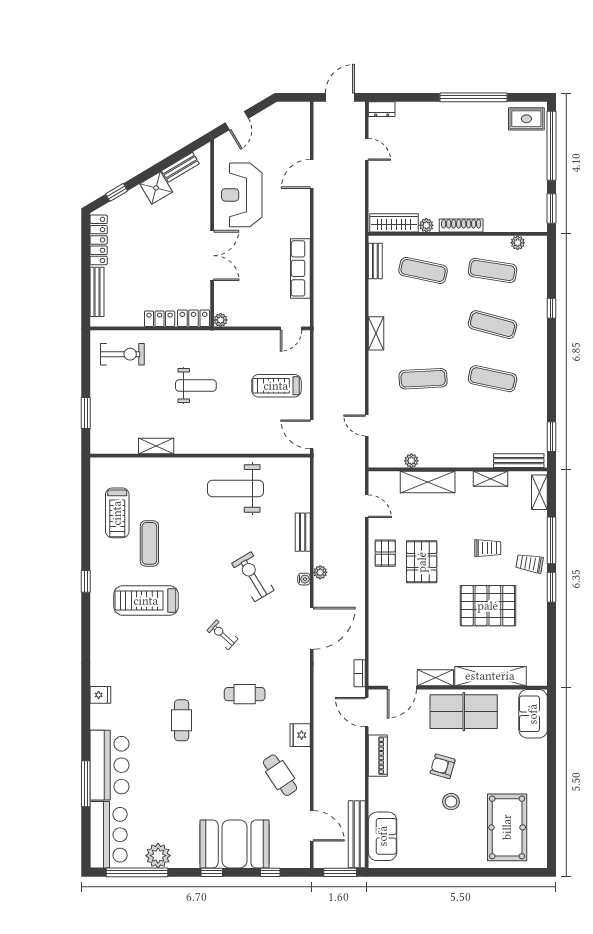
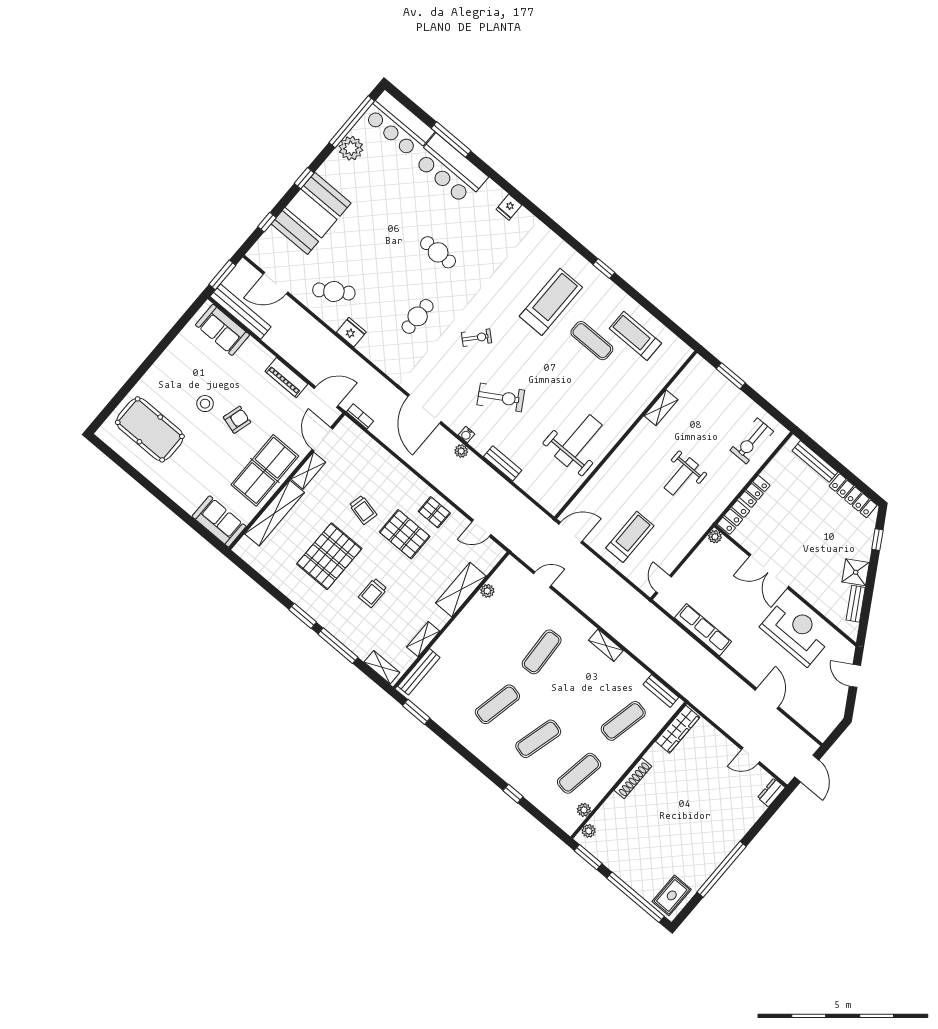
plant: (426, 225) -> (589, 831), moved
trolley: (530, 563) -> (363, 510), moved, turned 93

